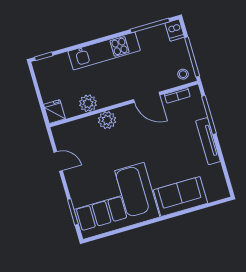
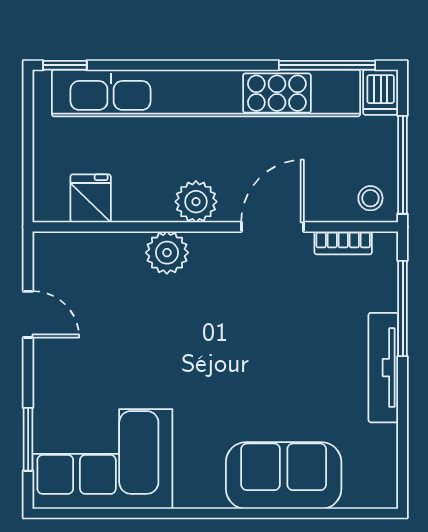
kitchen unit: (104, 51) -> (206, 93), width x1.86
door: (147, 97) -> (272, 227), swing flipped
plant: (88, 103) -> (196, 202), moved
fridge: (54, 112) -> (91, 198), moved
corner sofa: (113, 201) -> (102, 459), width x0.73, depth x0.74

